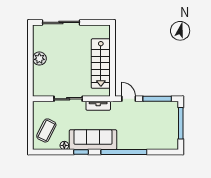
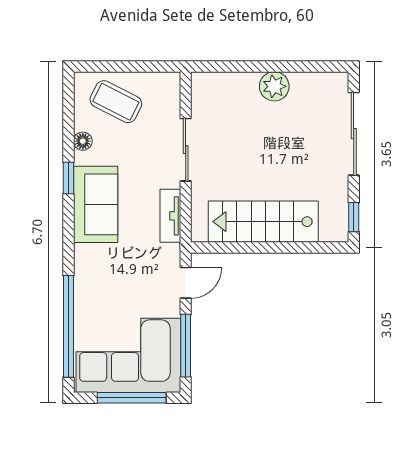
window: (99, 22) -> (354, 217), added
corner sofa: (162, 125) -> (128, 355), added
sofa: (93, 140) -> (96, 204), width x0.73
window: (124, 152) -> (68, 326), moved

